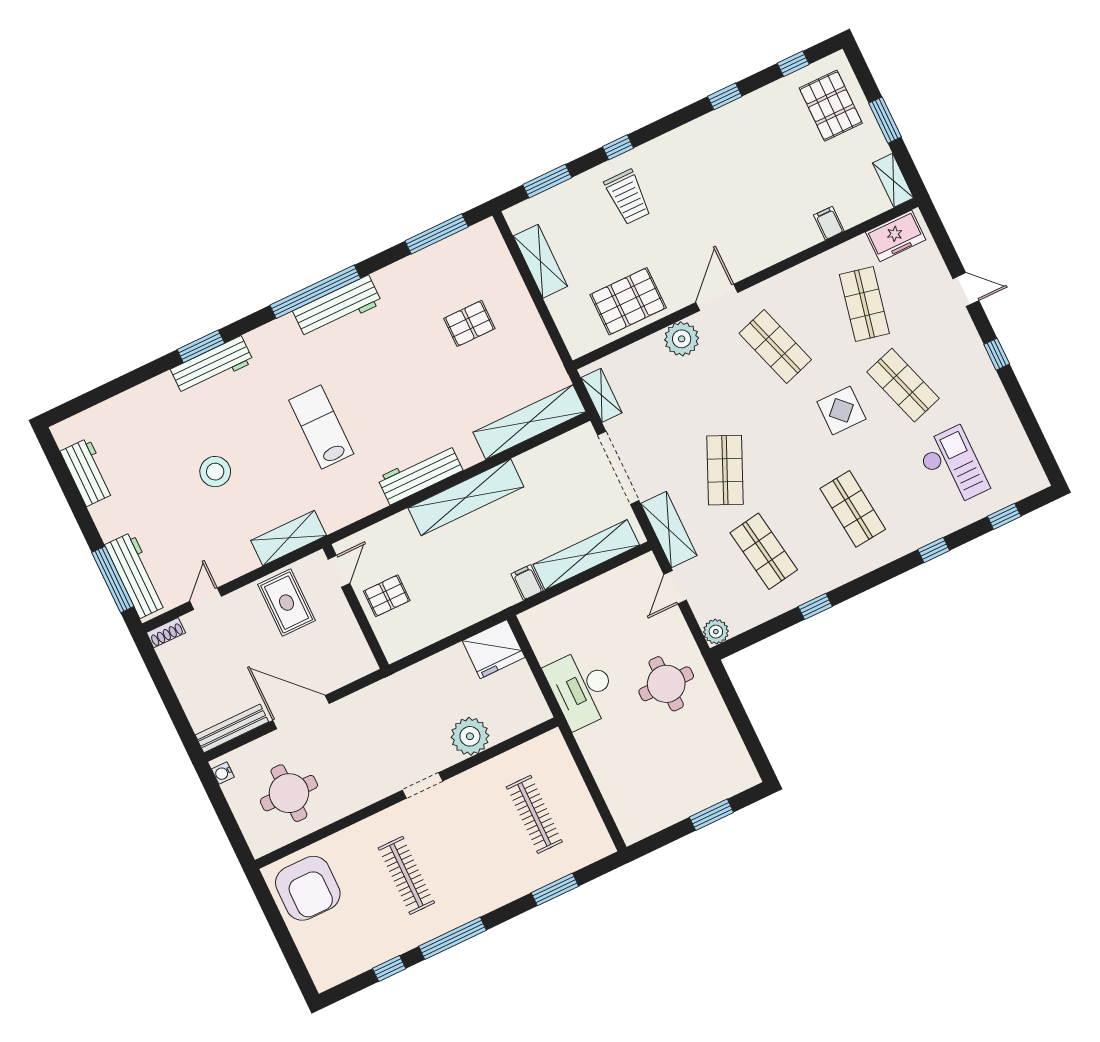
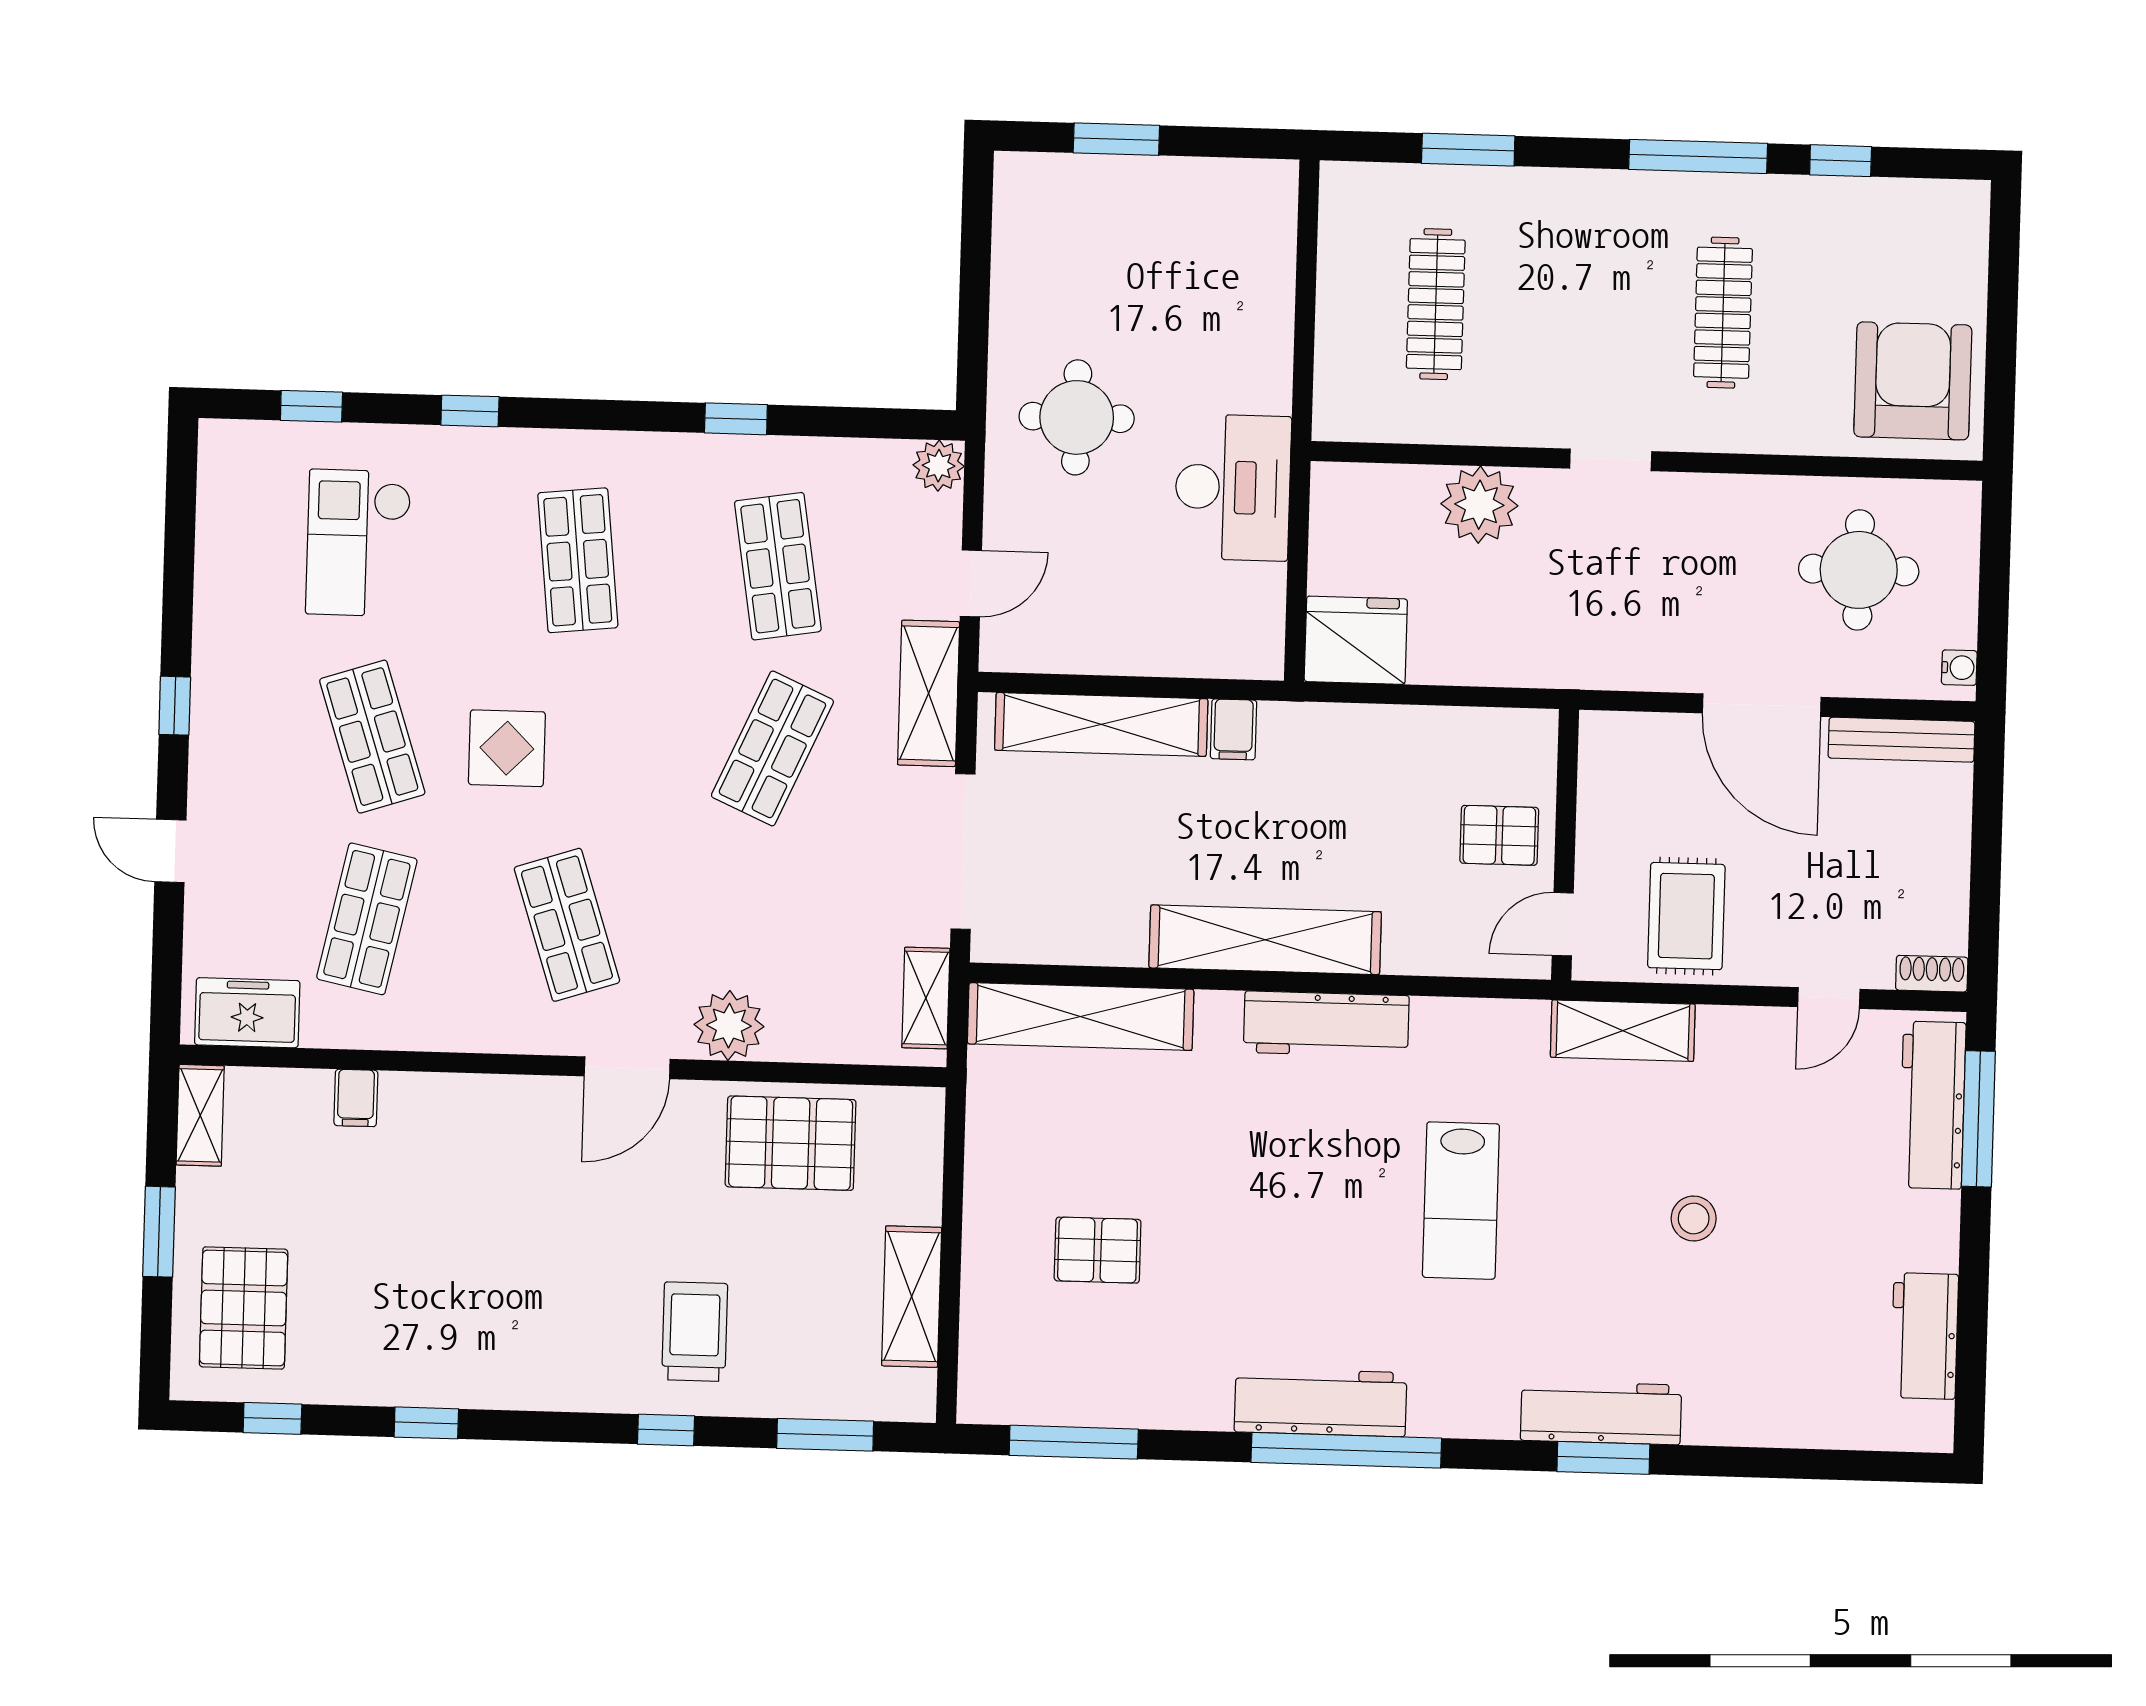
stool: (215, 472) -> (1694, 1219), width x0.73, depth x0.73

